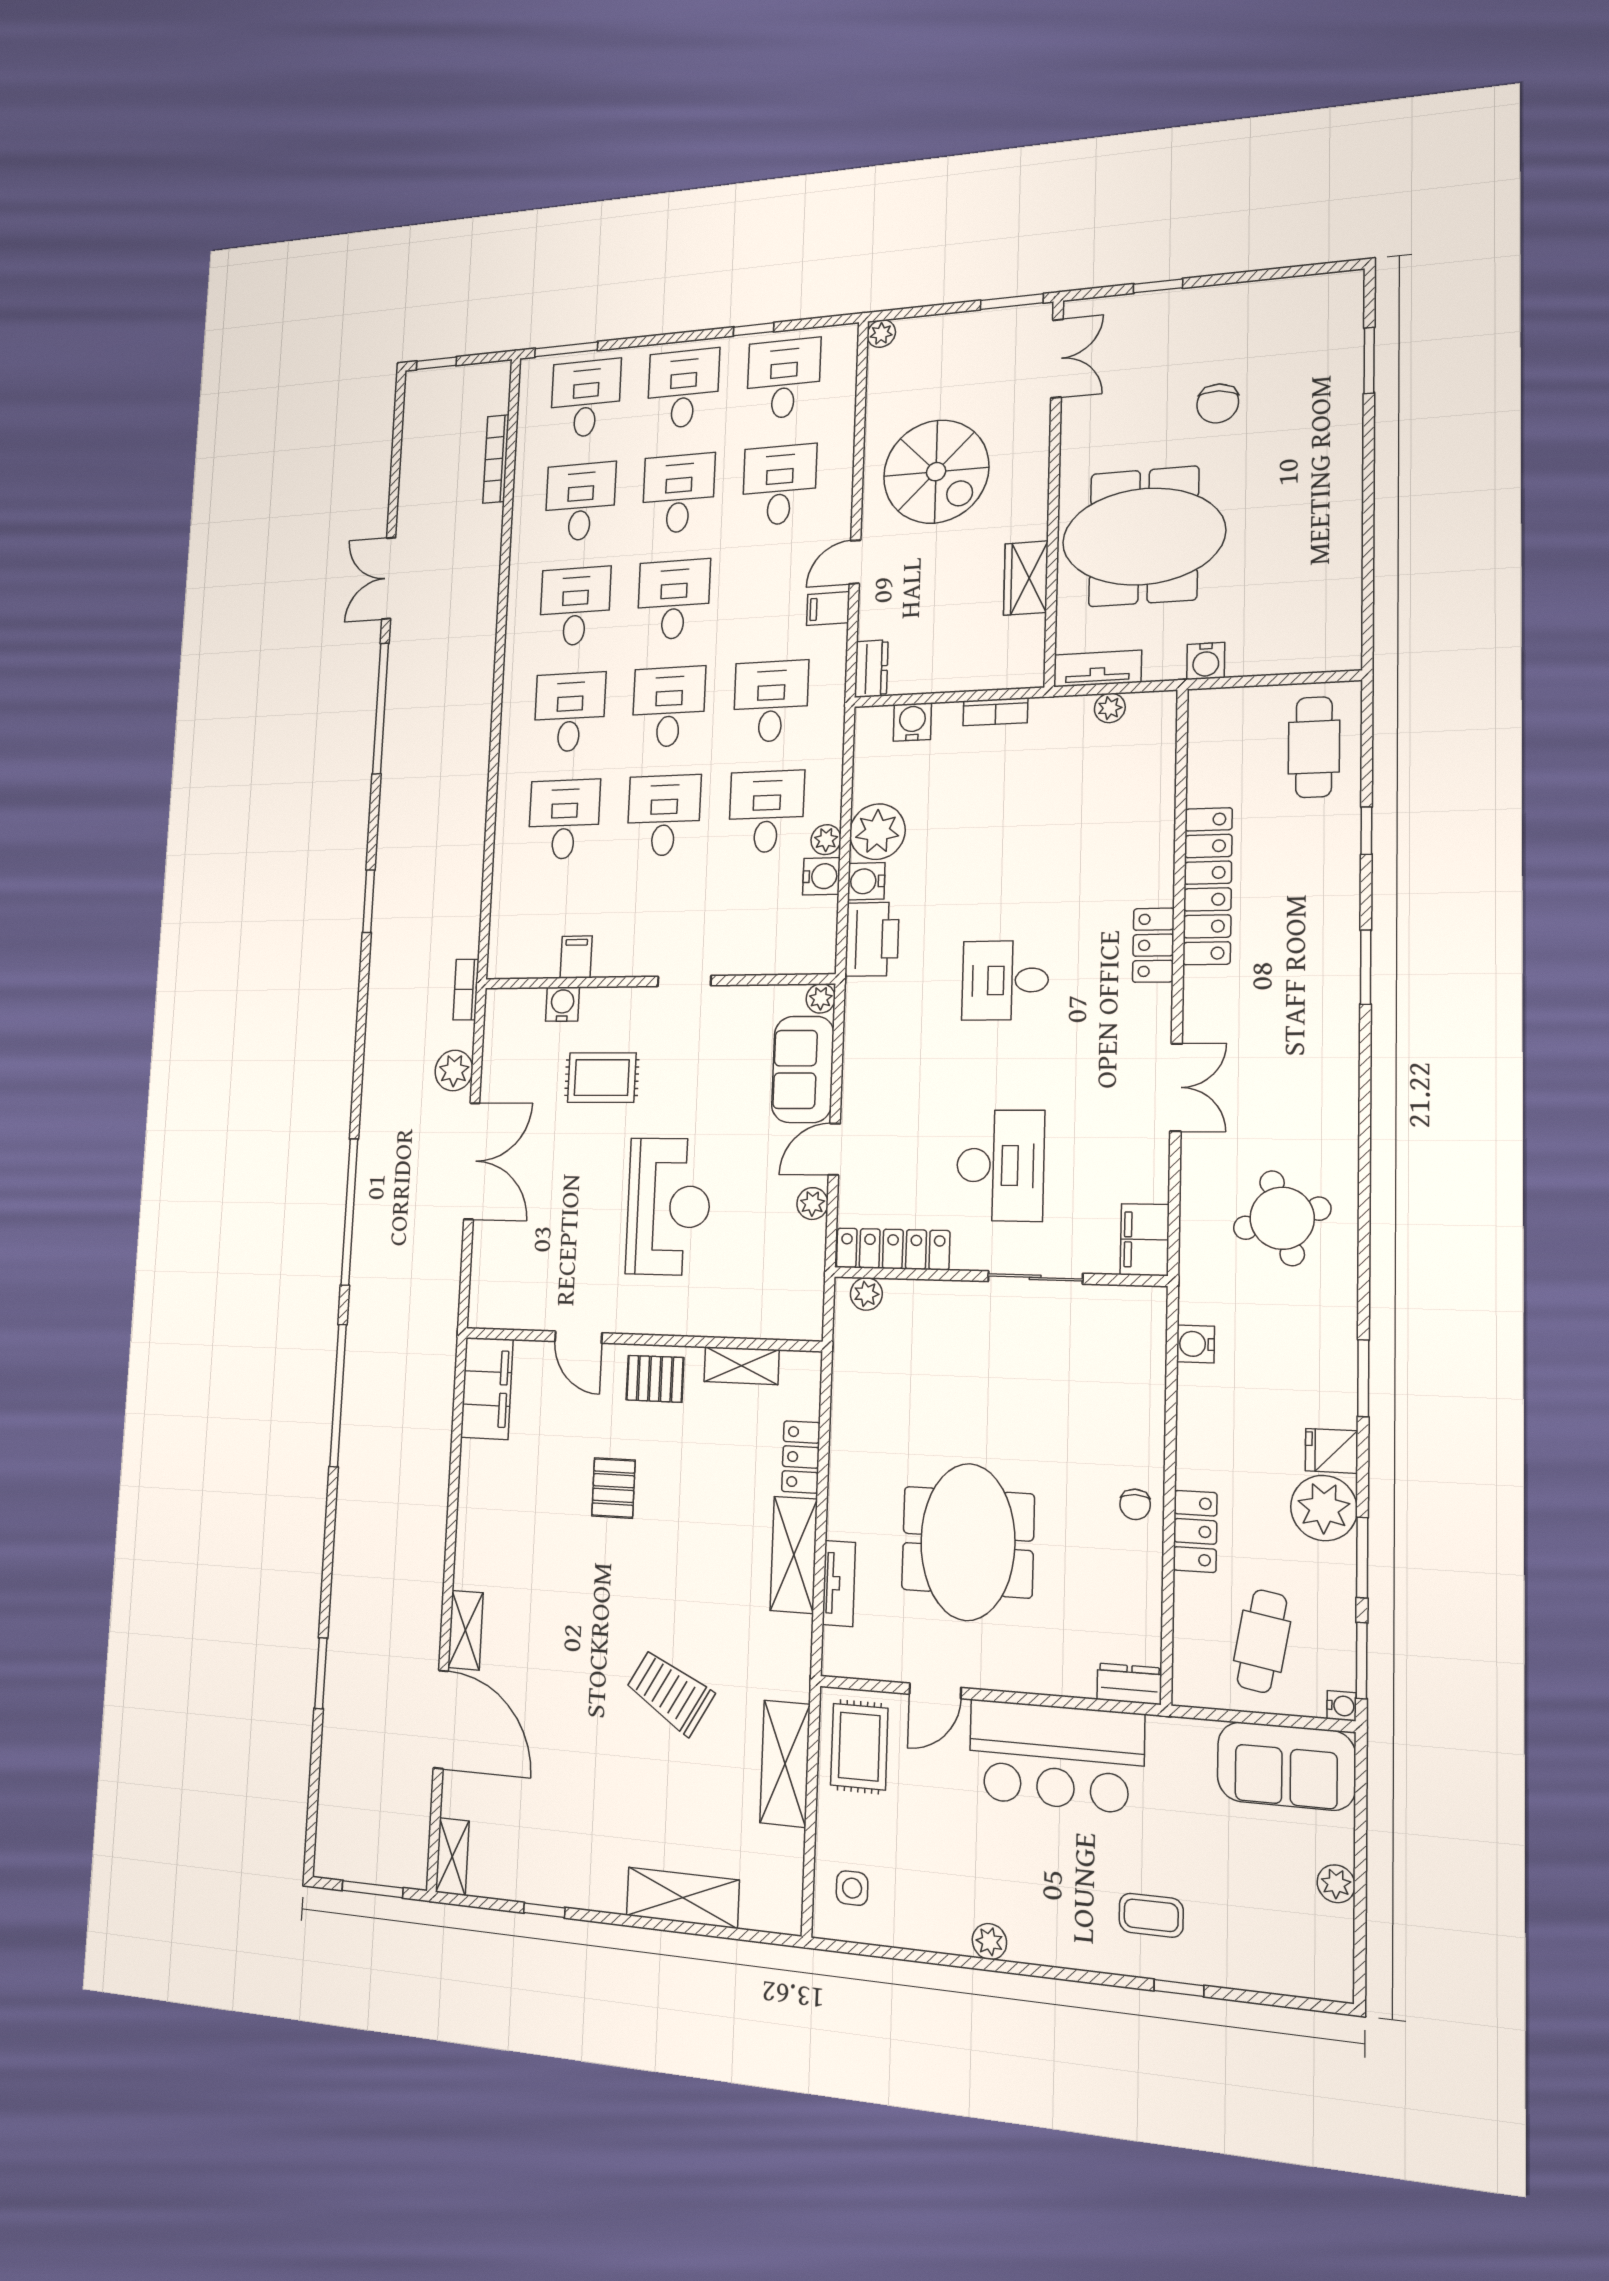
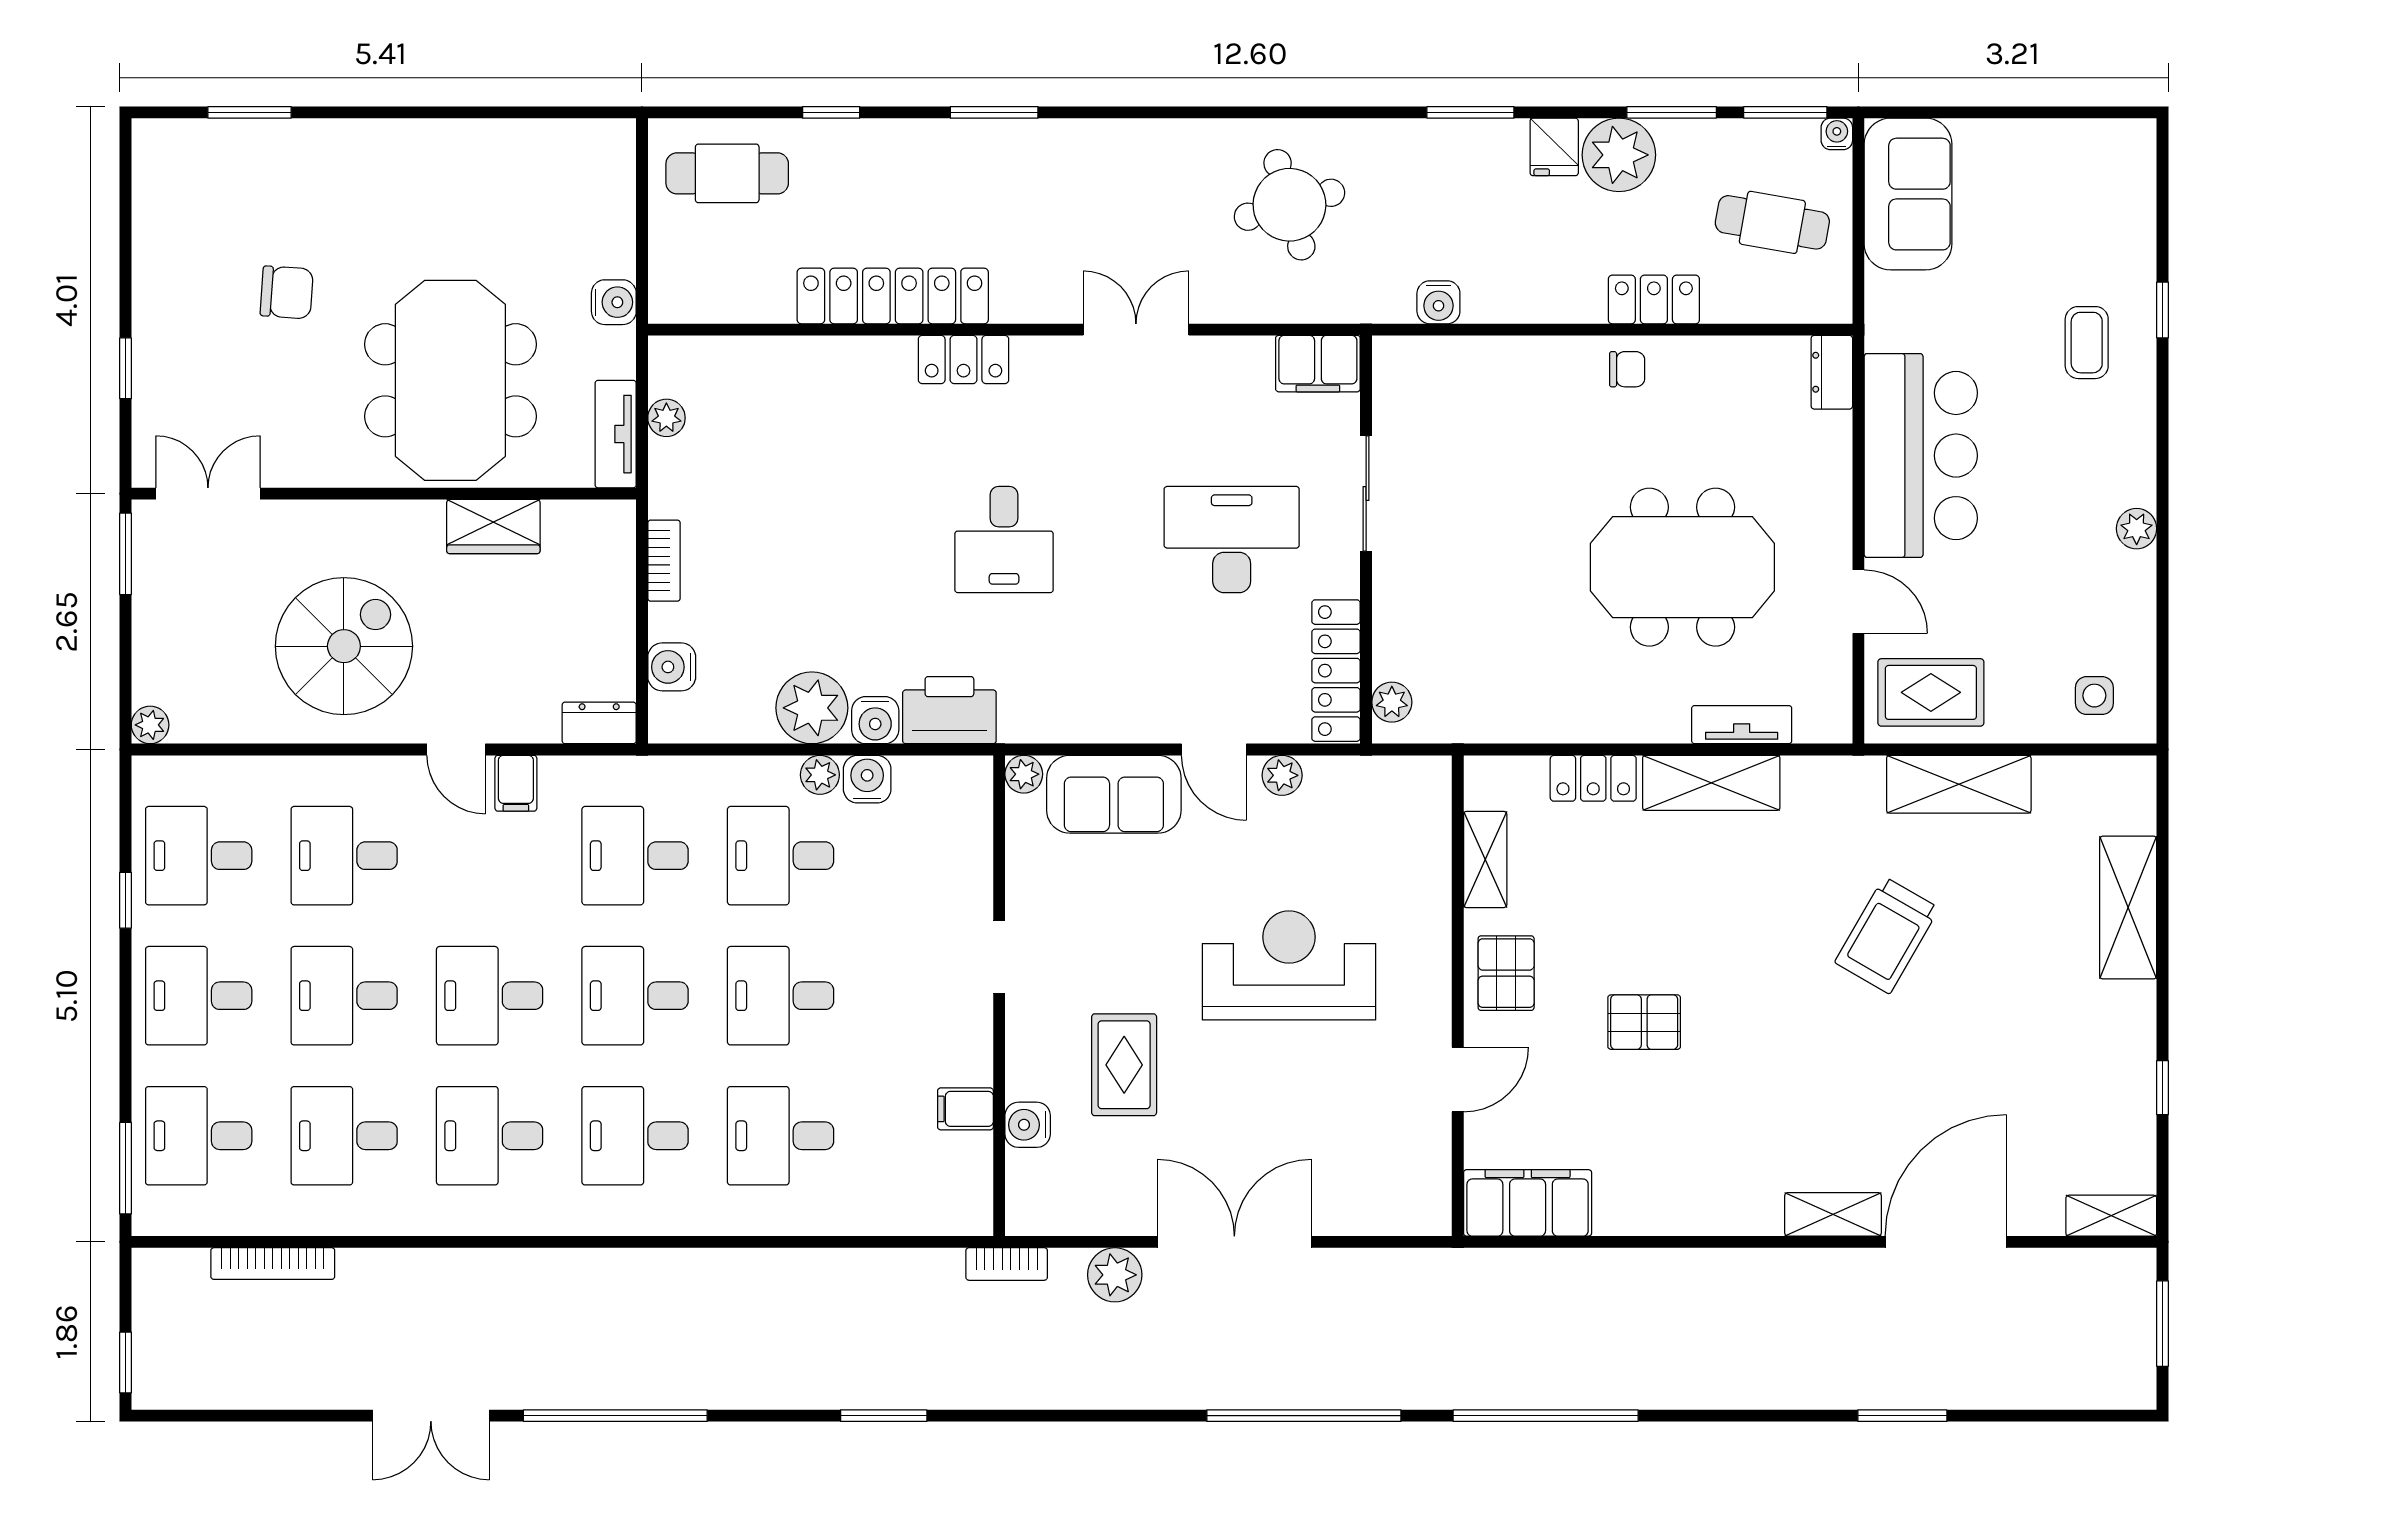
plant: (1336, 1884) -> (2030, 139), removed

